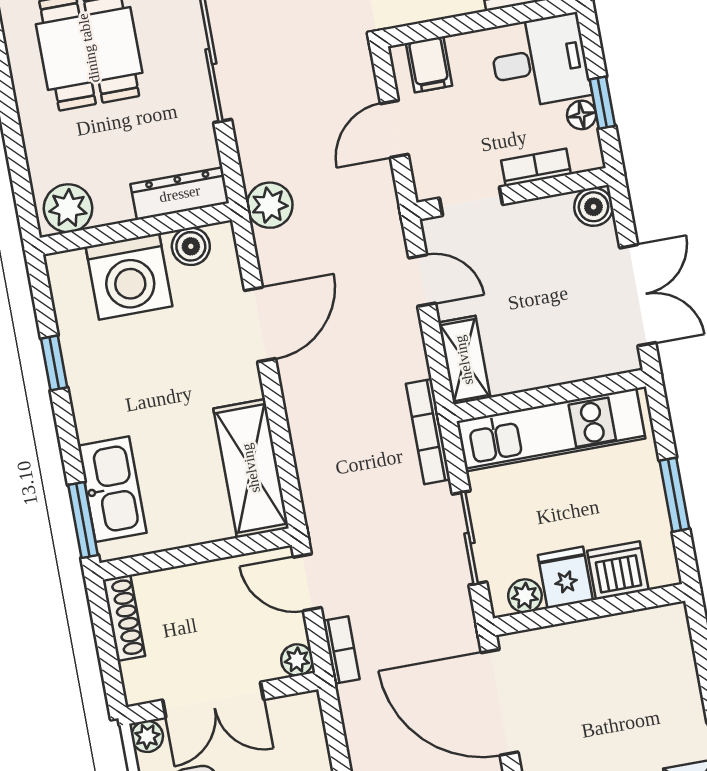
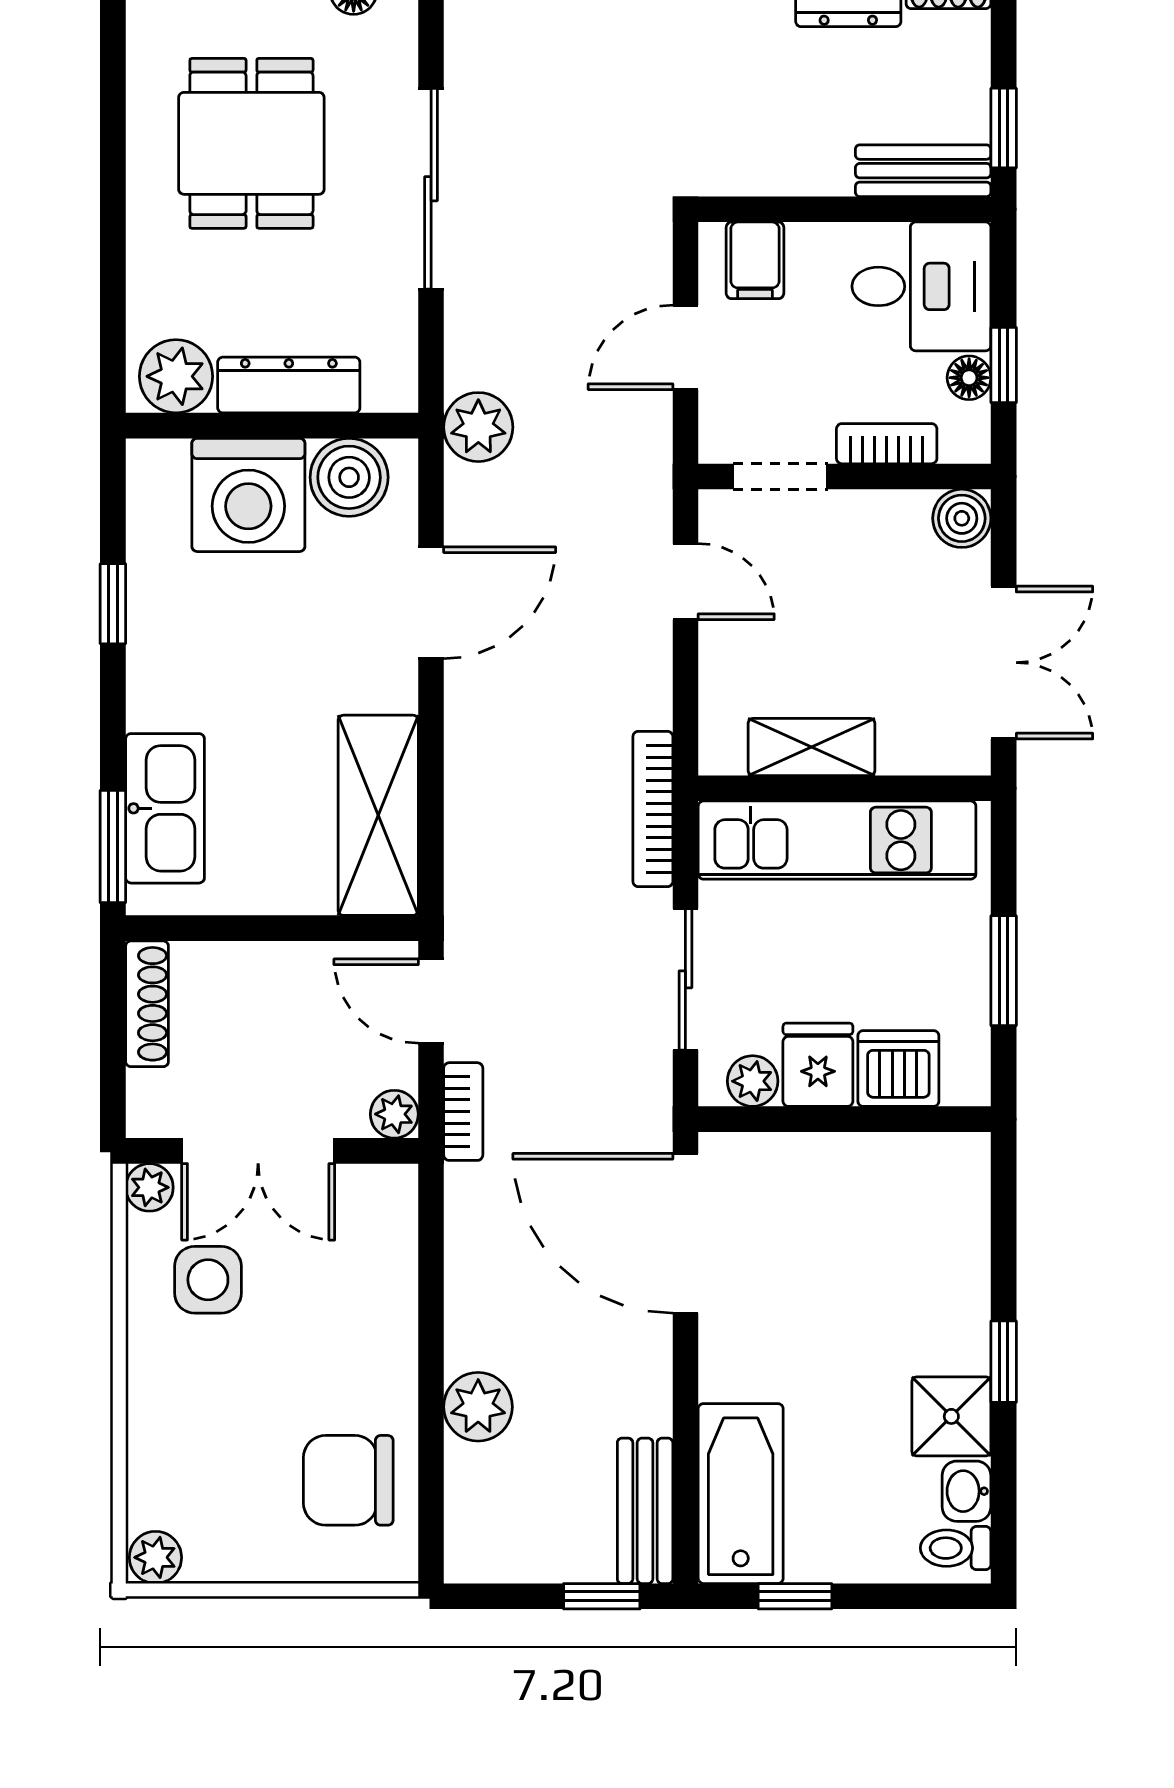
dresser: (180, 194) -> (289, 385), moved
boiler: (191, 246) -> (349, 477), width x1.36, depth x1.36
shelving: (464, 360) -> (811, 747), moved, turned 90

